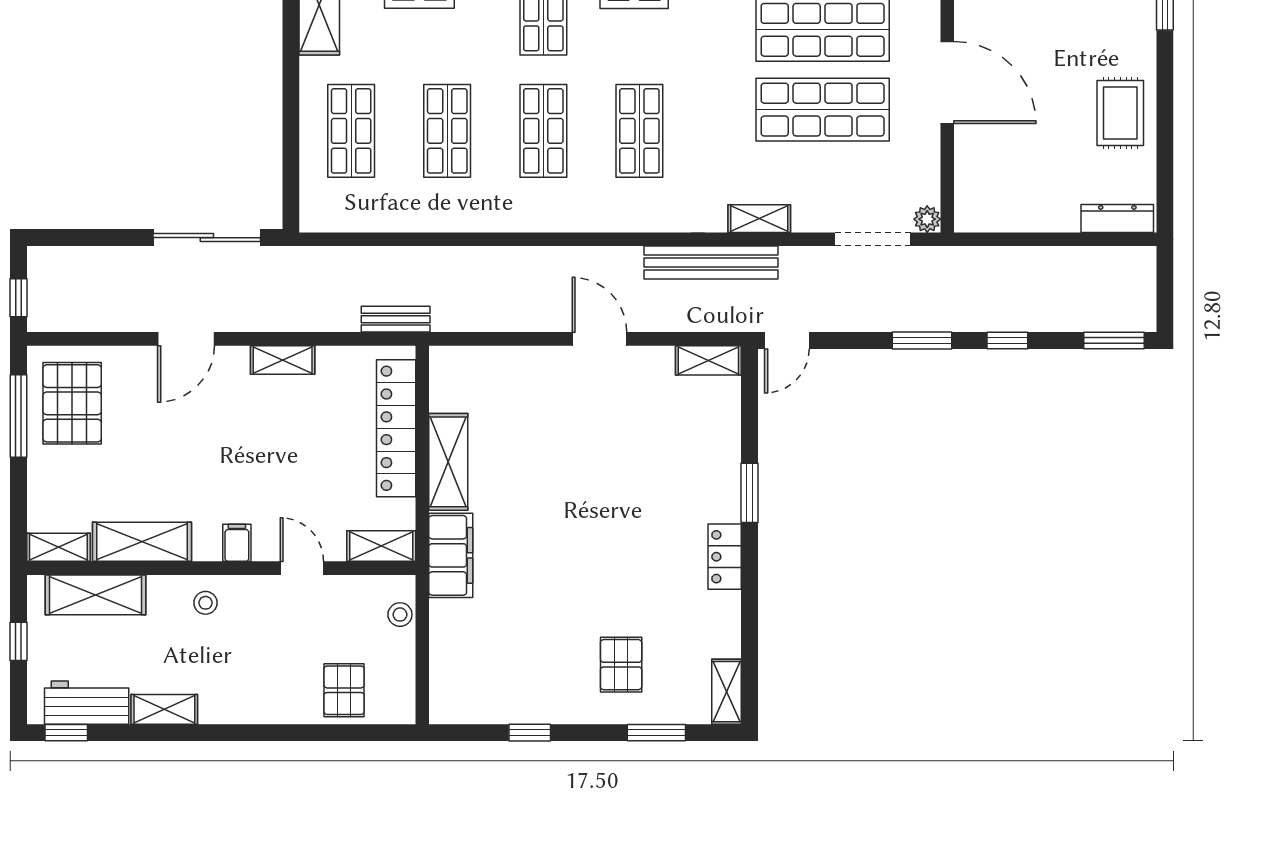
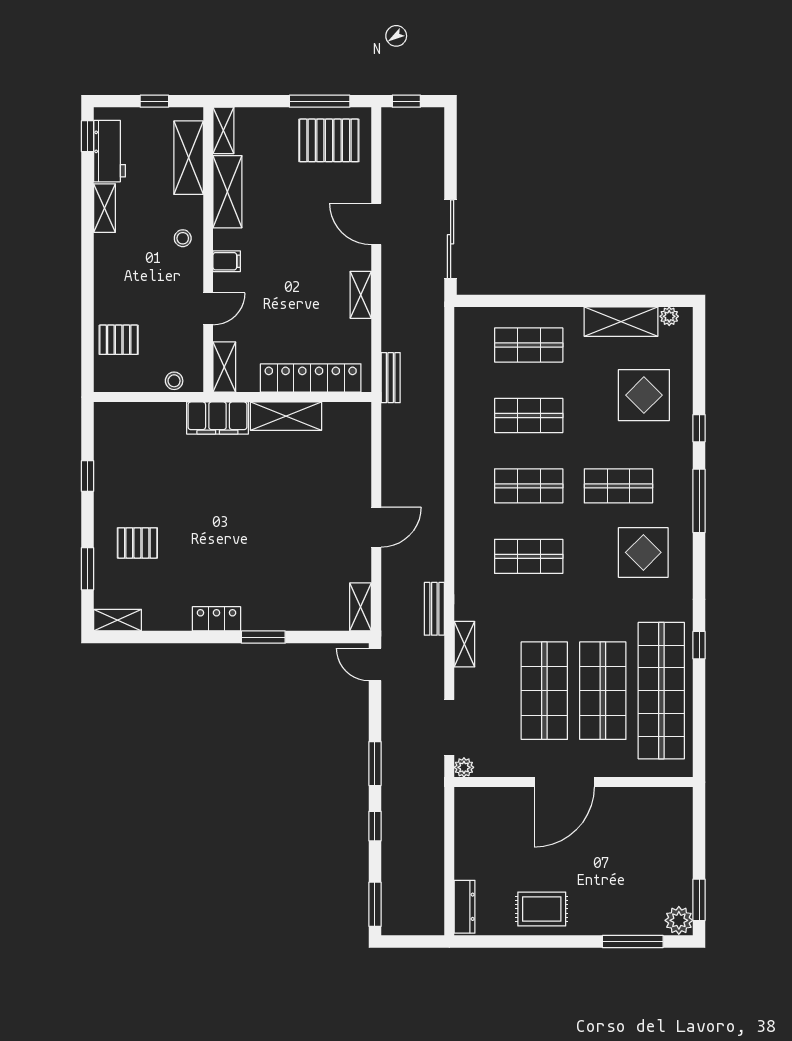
bench: (711, 262) -> (434, 609), width x0.54, depth x0.82

